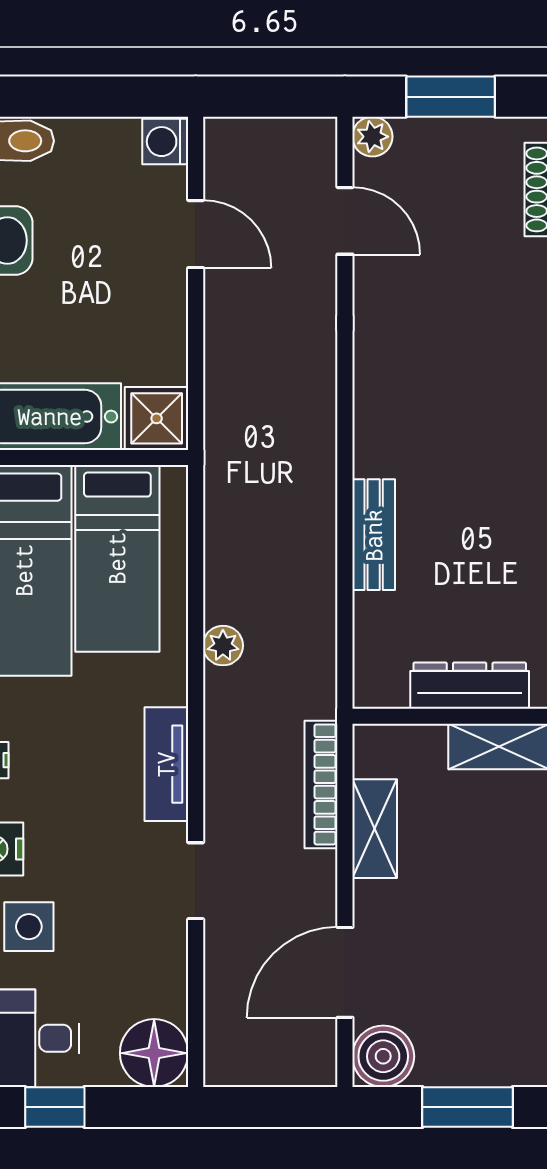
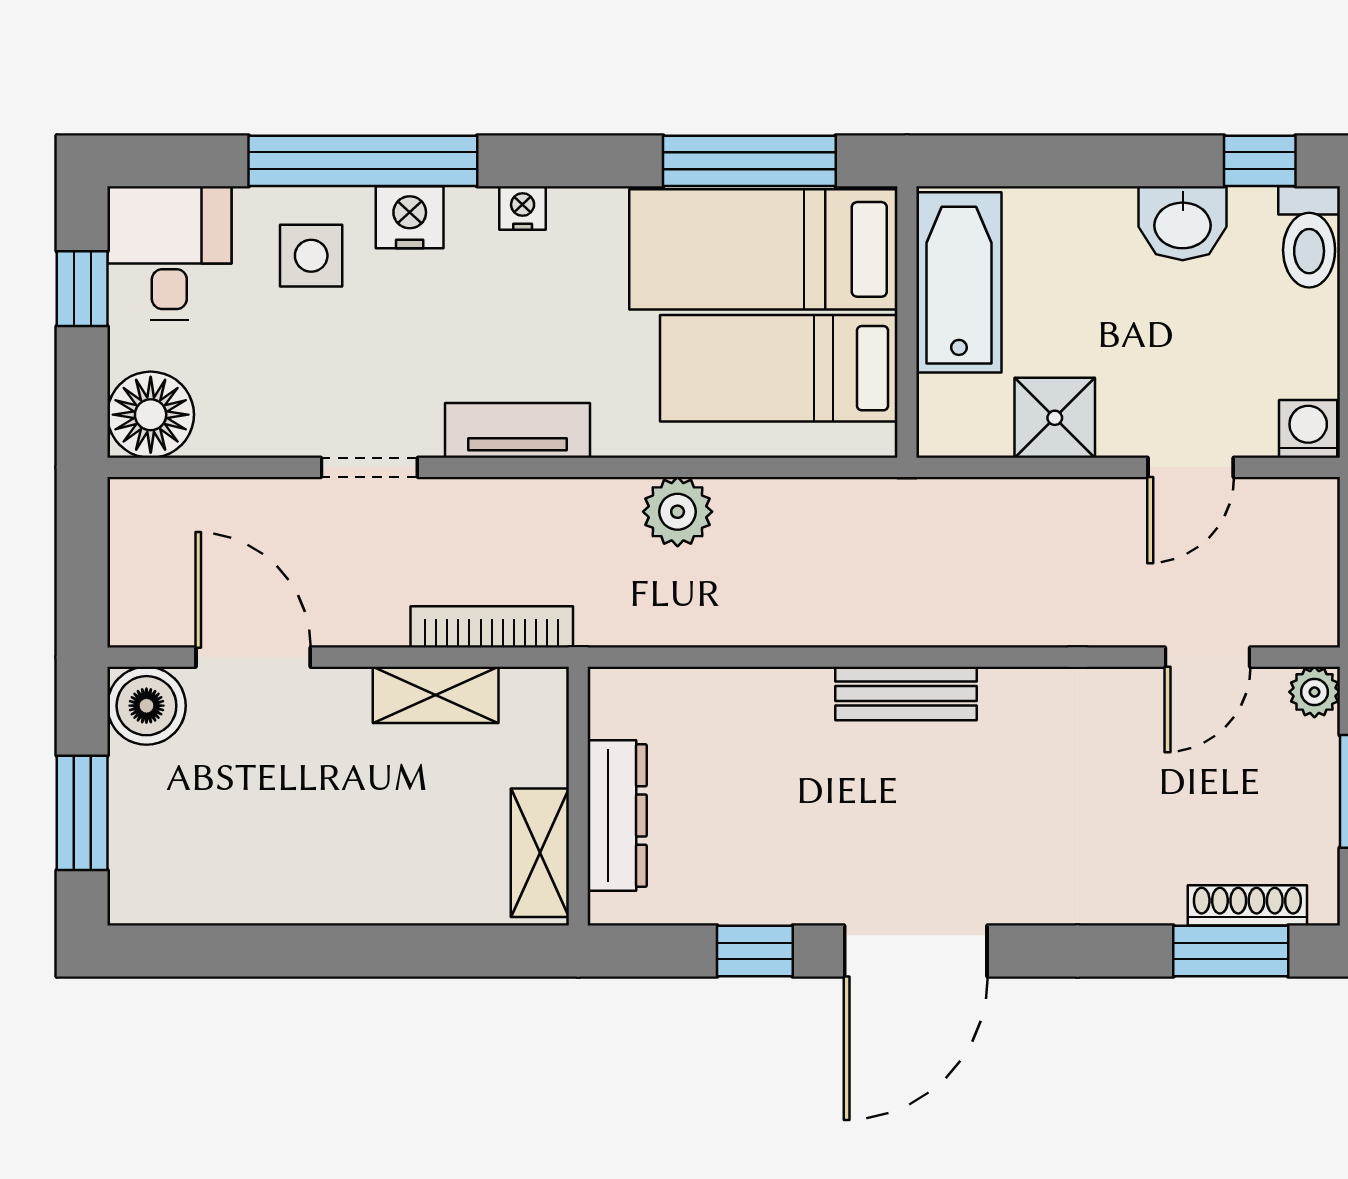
shower: (157, 418) -> (1055, 418), moved
bench: (374, 535) -> (906, 694), moved
plant: (223, 646) -> (678, 512), width x1.38, depth x1.38

